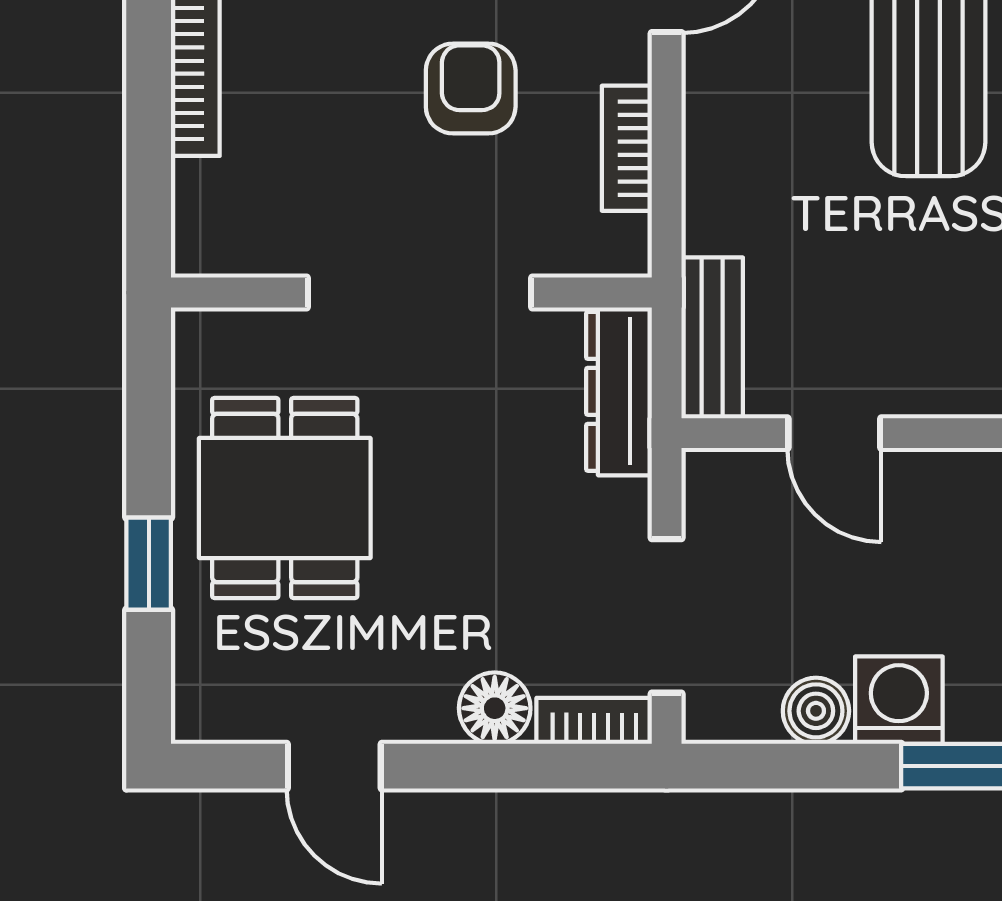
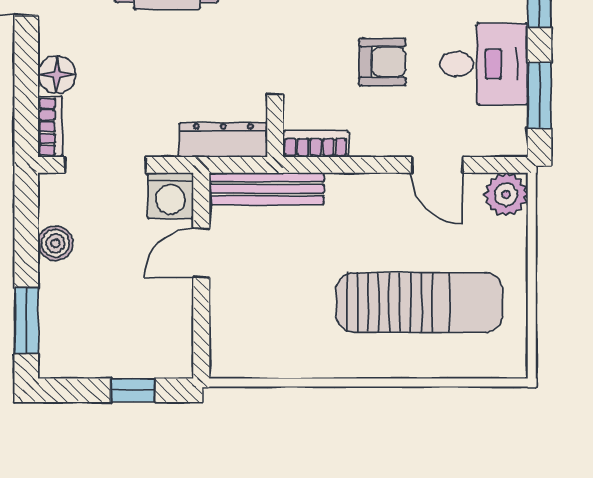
bookcase: (627, 148) -> (316, 144), moved
bench: (712, 338) -> (267, 189), width x1.36
washing machine: (899, 700) -> (170, 196), moved, turned 90

